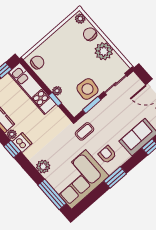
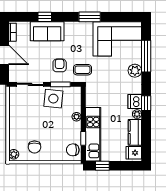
chair: (90, 34) -> (34, 147), moved
plant: (104, 51) -> (18, 116), removed
window: (55, 99) -> (83, 138), moved
armchair: (107, 155) -> (60, 65), moved, turned 180
window: (52, 194) -> (146, 56), moved

